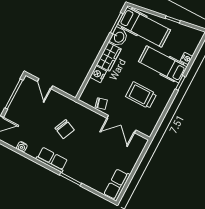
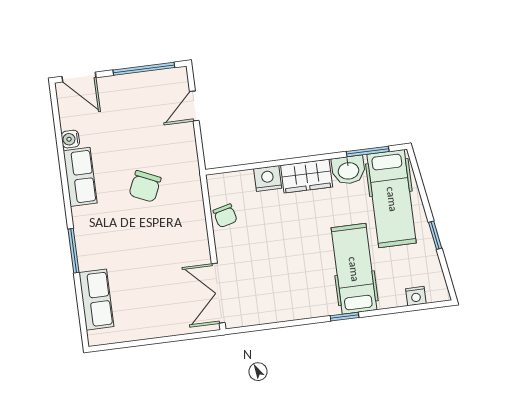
nightstand: (187, 58) -> (416, 296), moved
trolley: (141, 95) -> (282, 269), removed
double door: (121, 124) -> (218, 293), moved
row of seats: (52, 160) -> (80, 177), moved
row of seats: (117, 185) -> (96, 300), moved, turned 90

